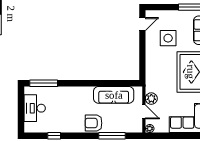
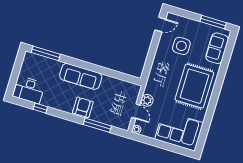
sofa: (114, 95) -> (81, 76), moved
desk: (35, 108) -> (29, 90), moved, turned -90
armchair: (93, 123) -> (83, 107), turned 90

